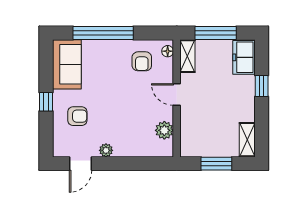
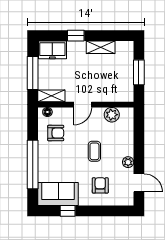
window: (46, 102) -> (68, 211), moved
coffee table: (119, 109) -> (94, 151), added
shelving: (247, 140) -> (101, 47), moved

